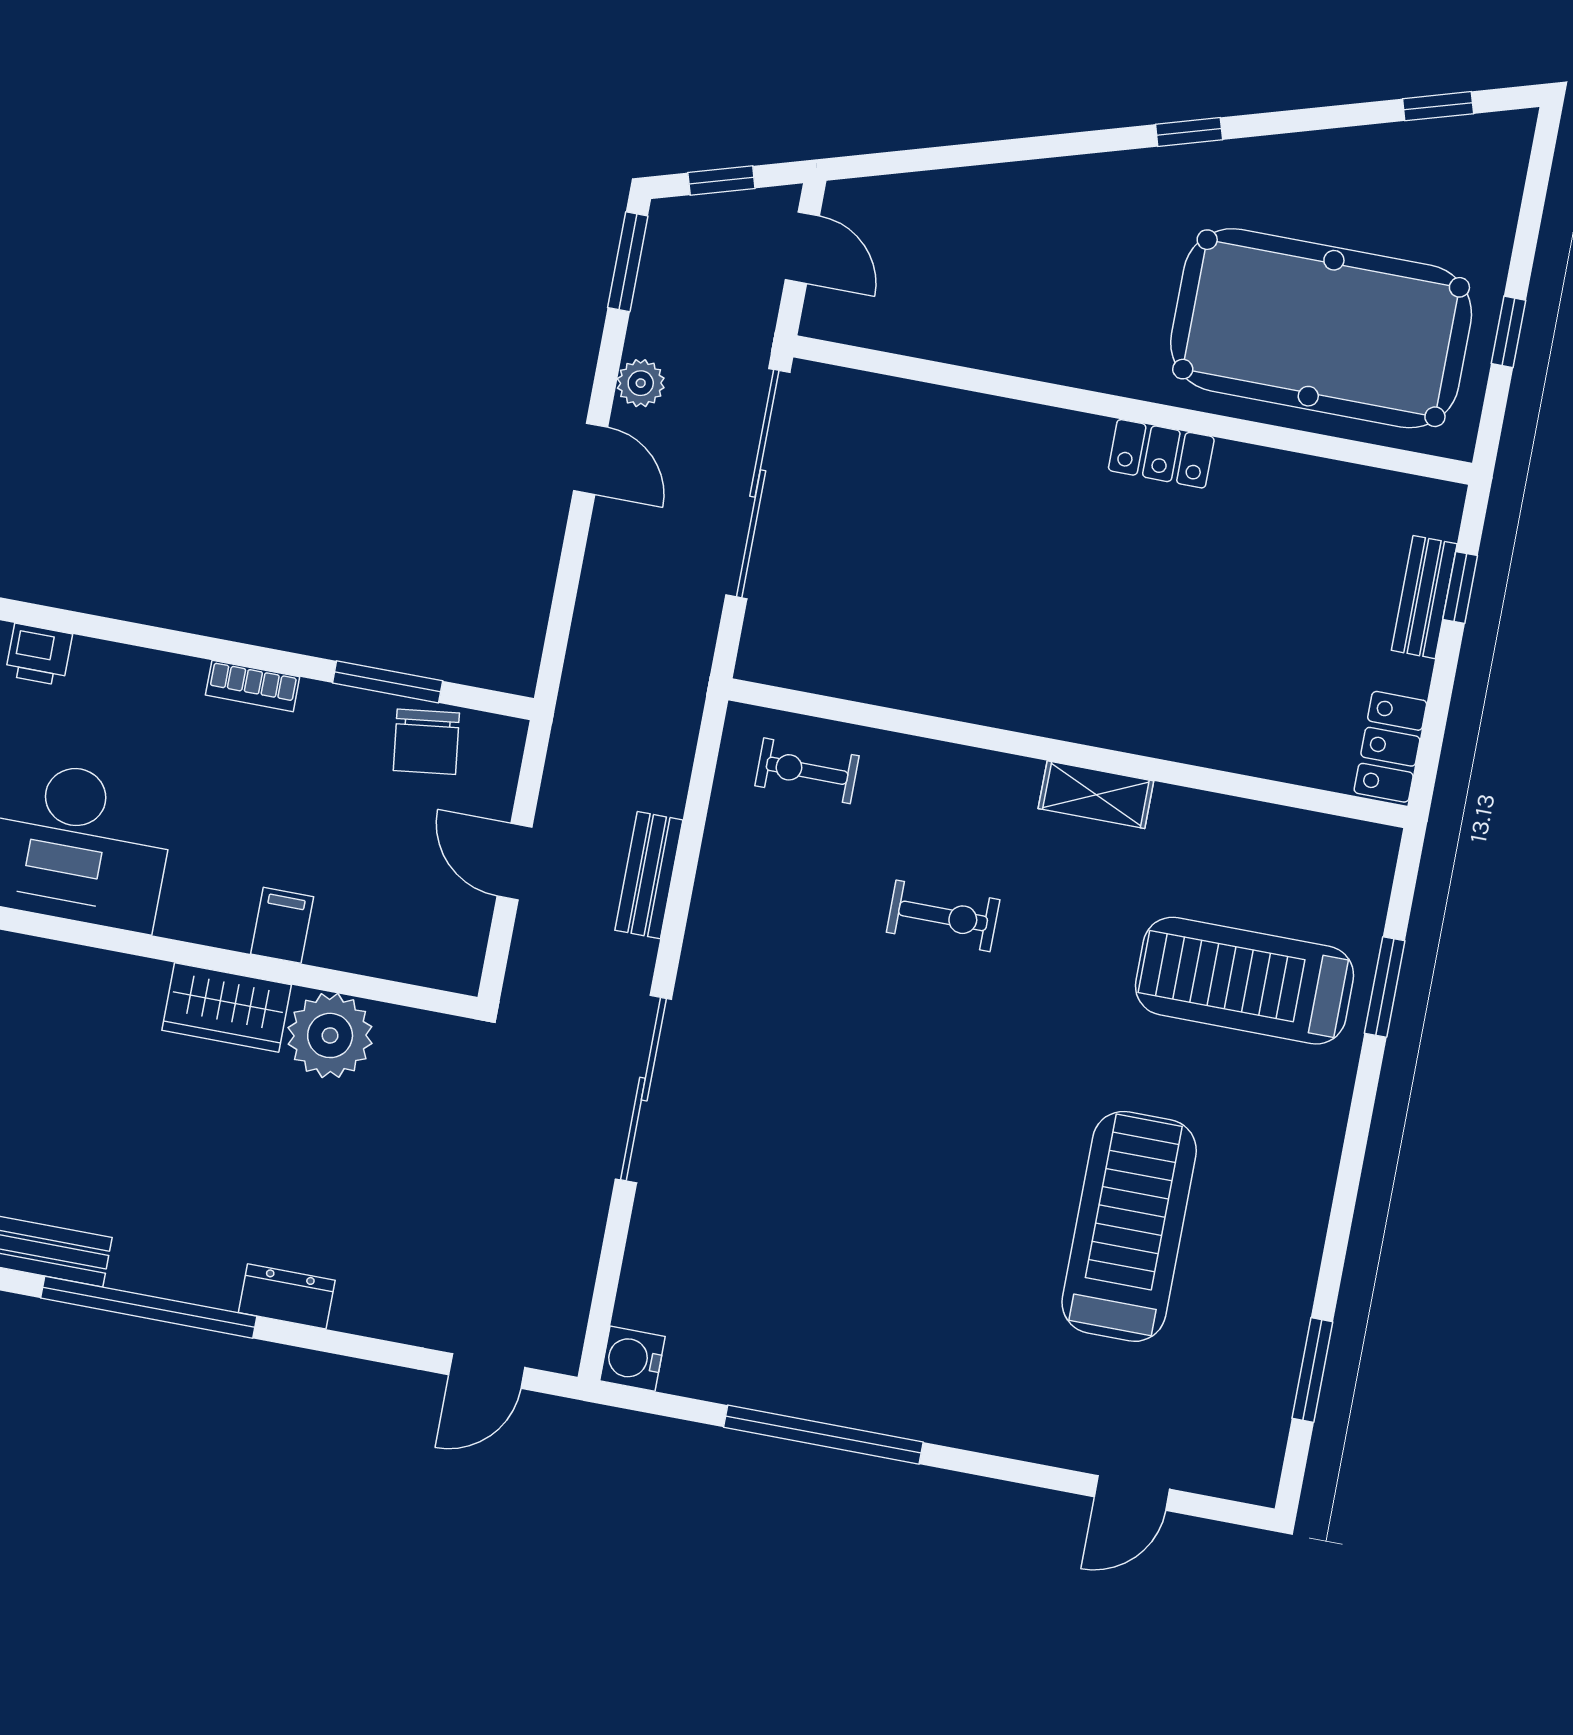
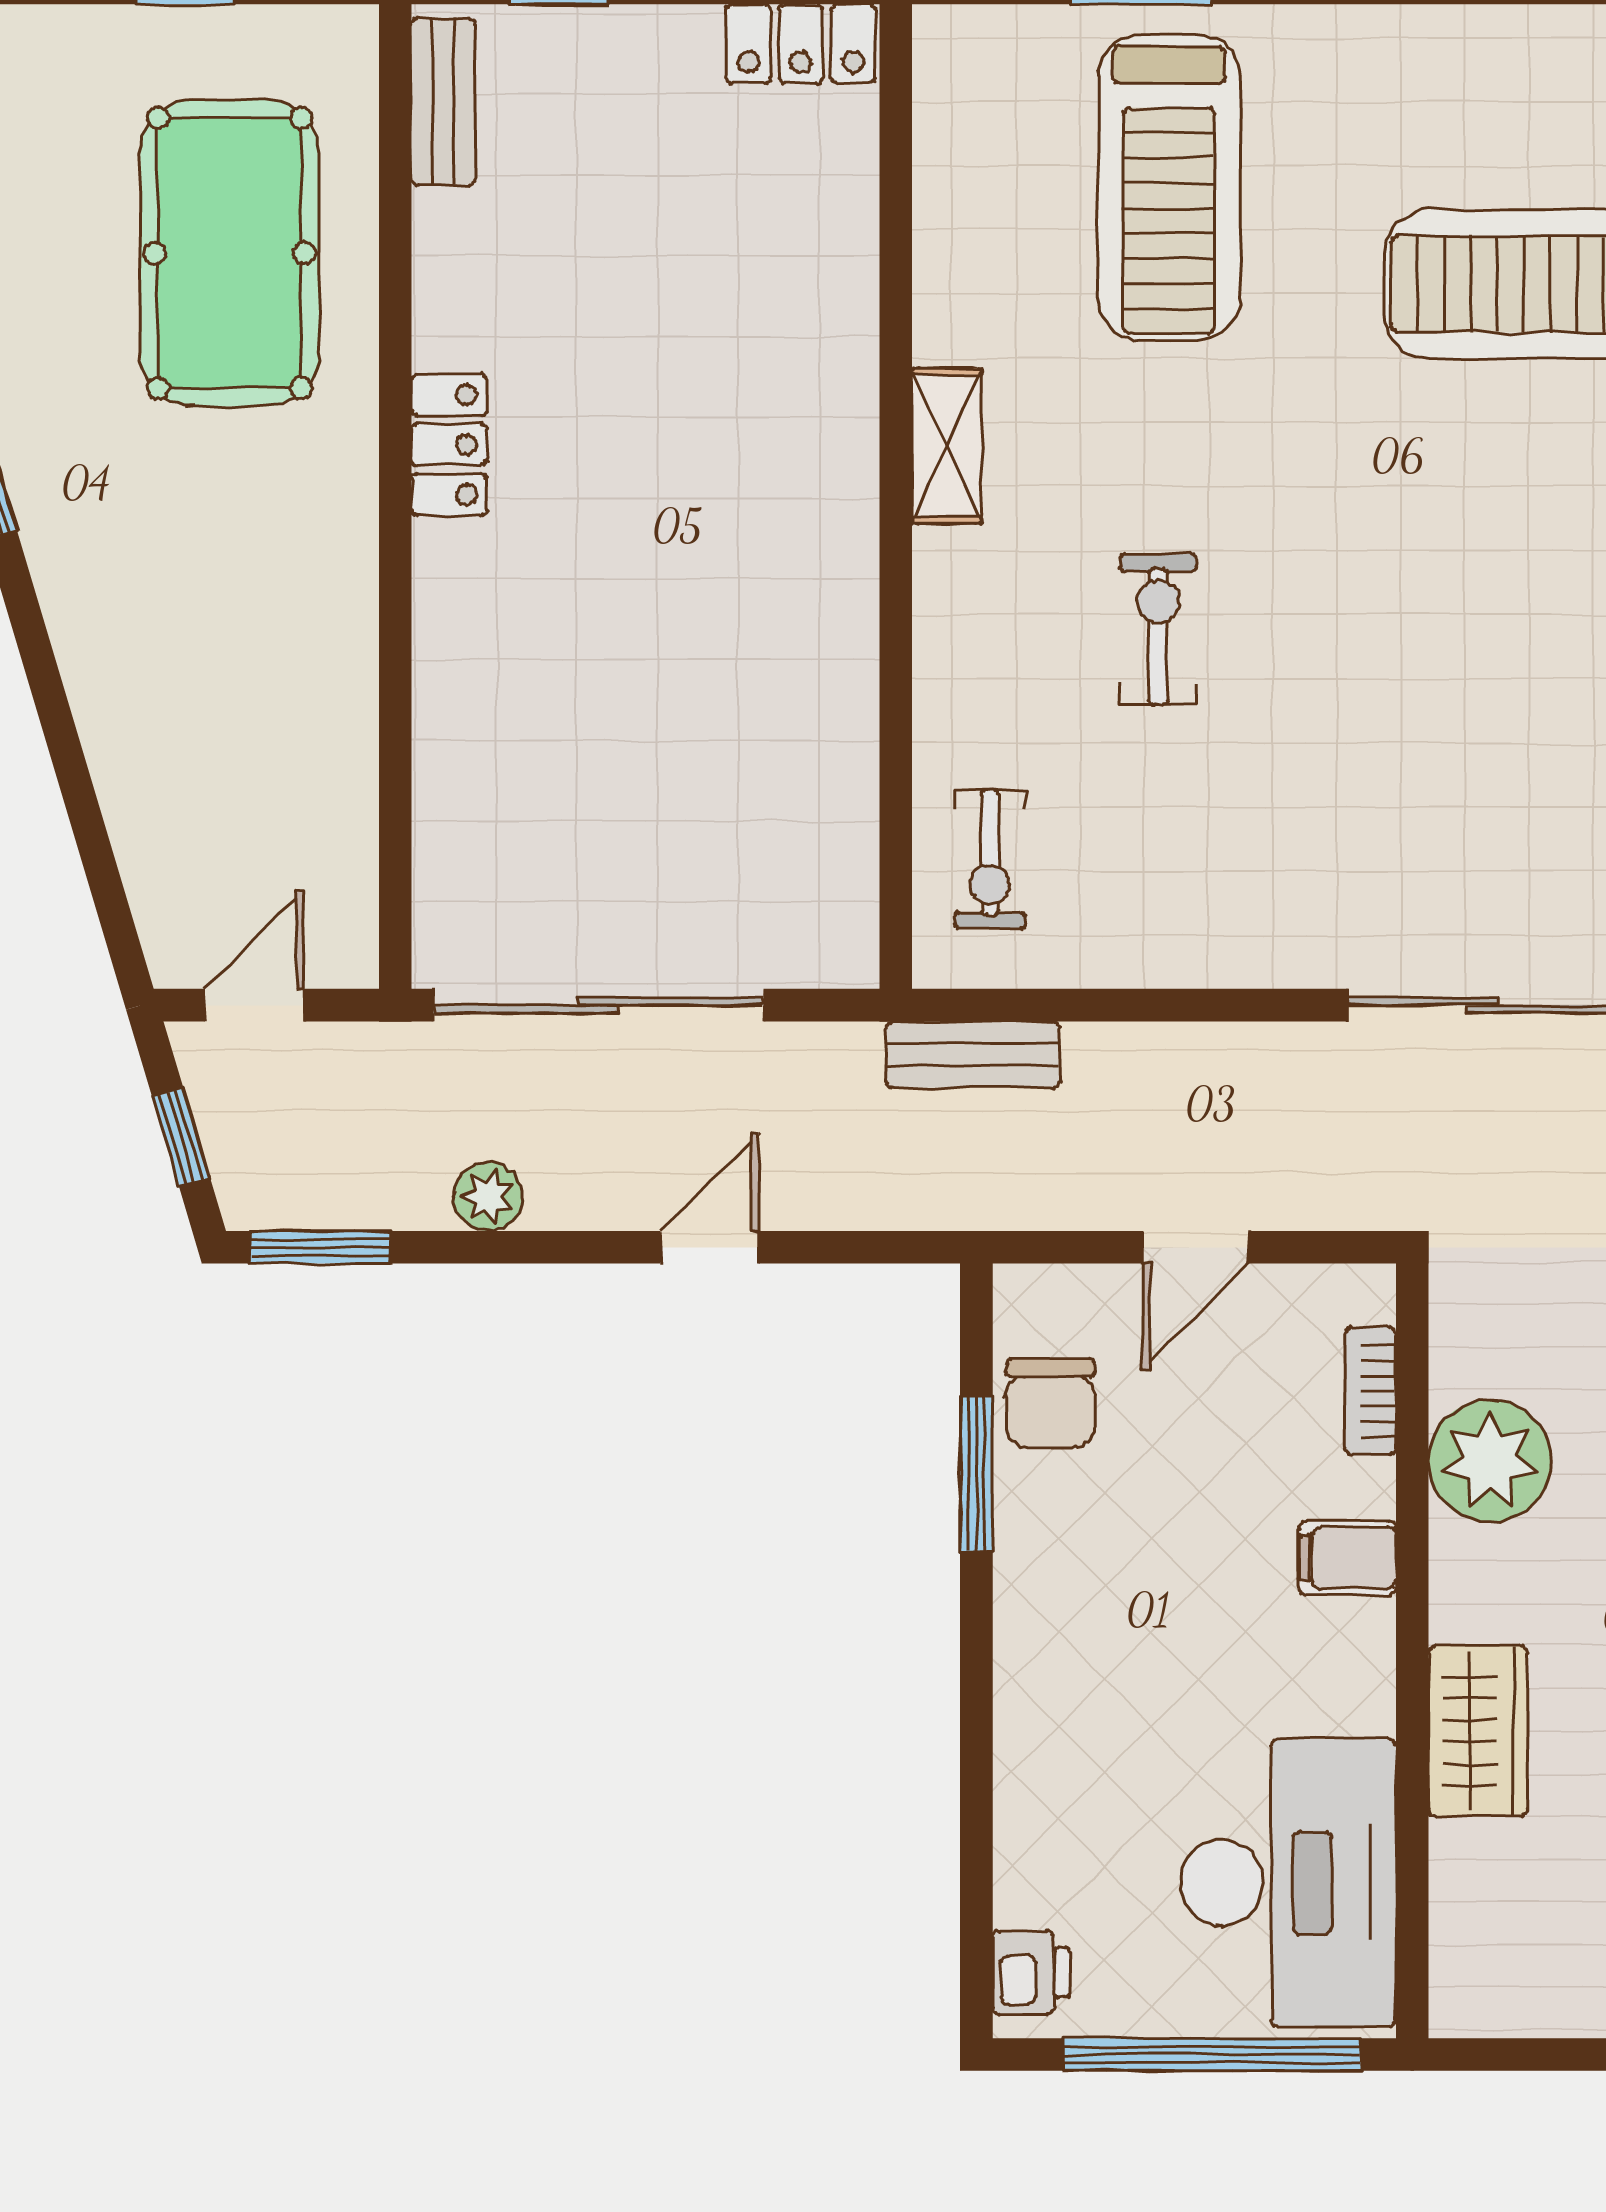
pool table: (1321, 328) -> (230, 253), width x0.73, depth x0.76
door: (591, 459) -> (709, 1247), moved
bench: (1424, 597) -> (443, 102), moved, turned 90
bookcase: (253, 686) -> (1371, 1391), moved, turned 180
chair: (426, 742) -> (1050, 1403), turned 97
bench: (649, 875) -> (973, 1054), moved
wardrobe: (227, 1007) -> (1478, 1731), moved

